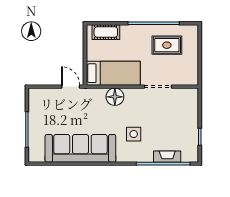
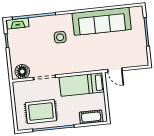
rug: (167, 45) -> (41, 112), width x1.36, depth x1.43
floor lamp: (115, 97) -> (22, 72), moved
fireplace: (167, 157) -> (18, 23), moved

